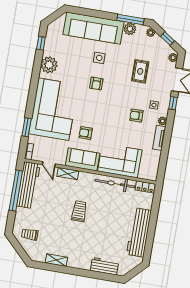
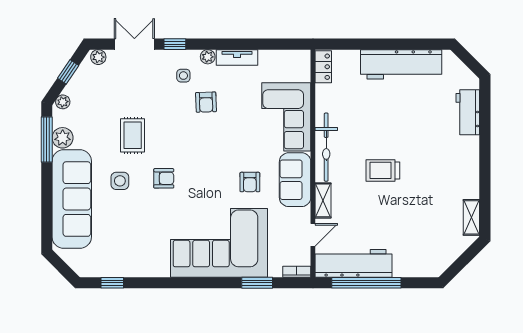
plant: (49, 65) -> (146, 263), removed
rug: (140, 71) -> (133, 135), moved, turned 90
bicycle: (115, 184) -> (326, 147), moved
trolley: (30, 234) -> (436, 247), removed
shelving: (56, 260) -> (471, 217), moved

